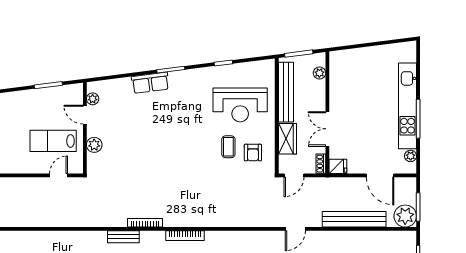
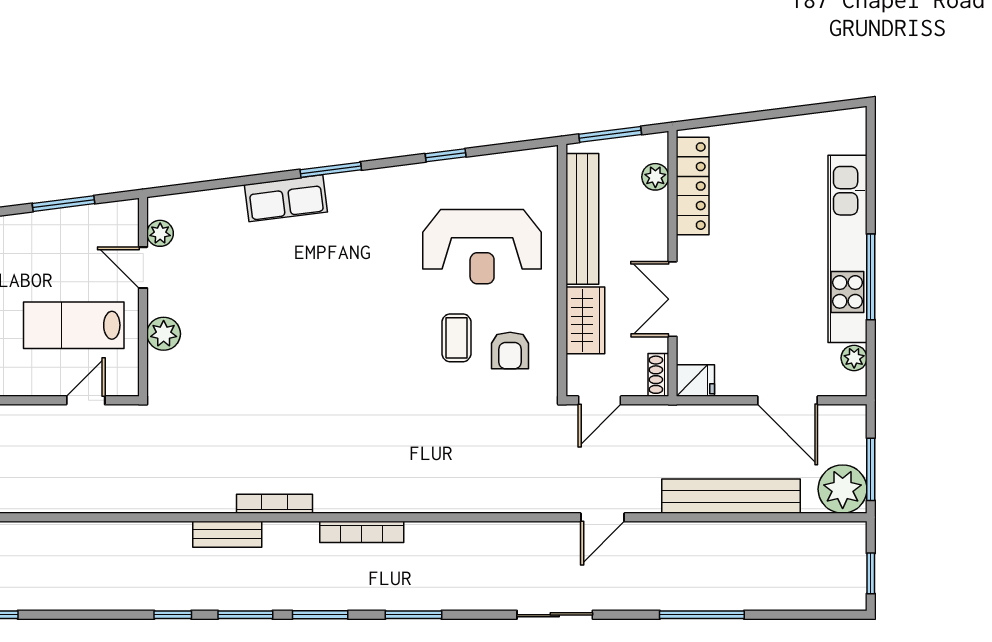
locker: (337, 77) -> (693, 186), added

